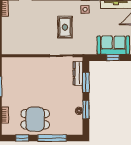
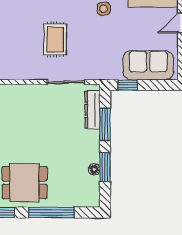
rug: (65, 27) -> (55, 40), moved
window: (113, 58) -> (128, 85), moved

